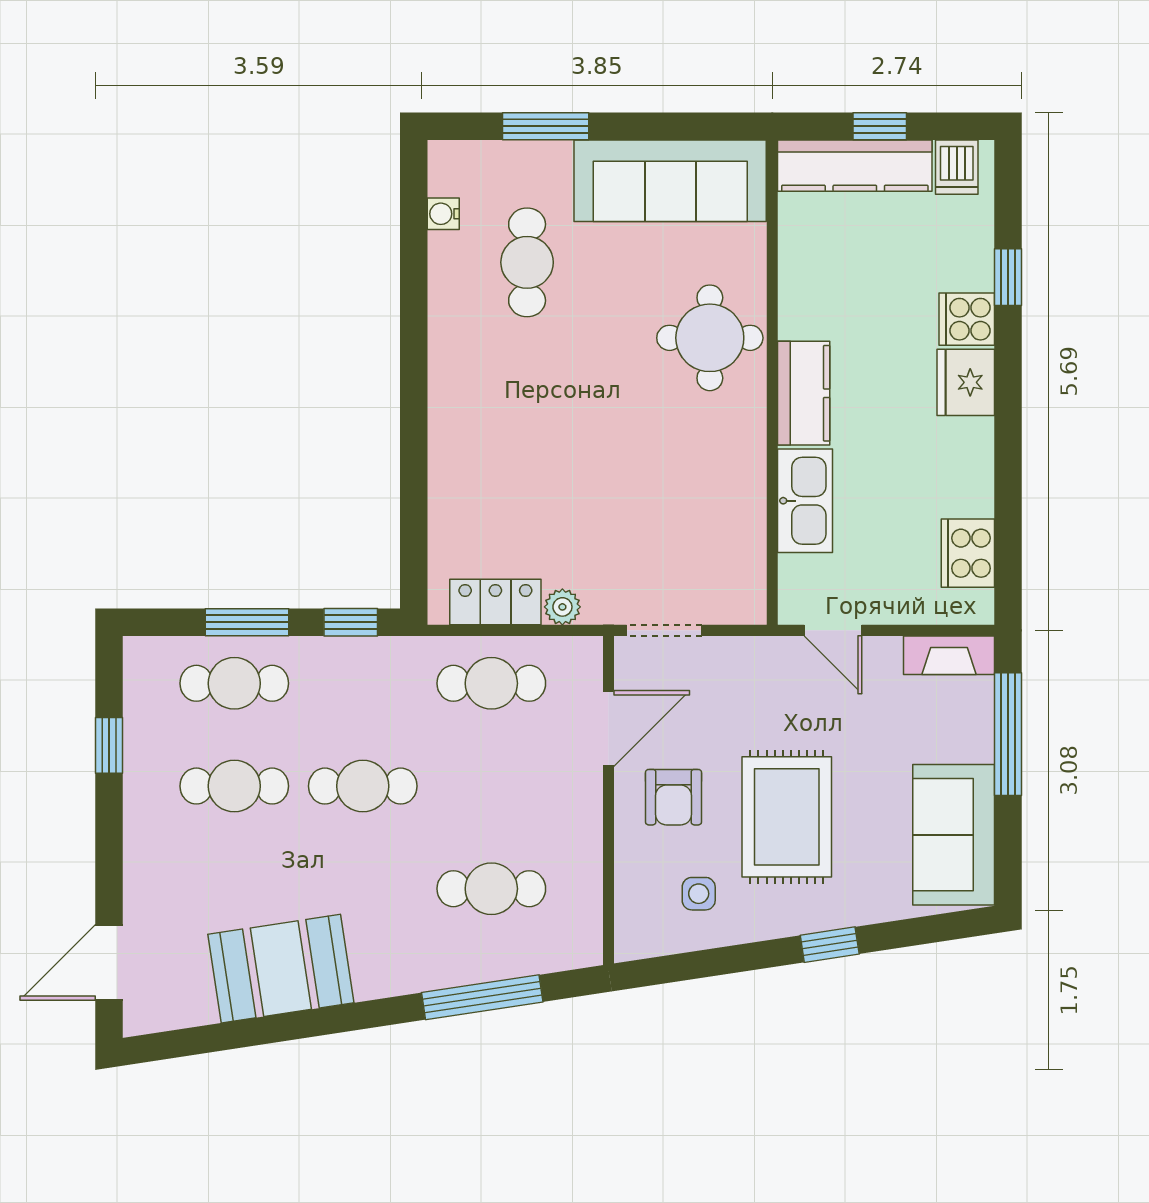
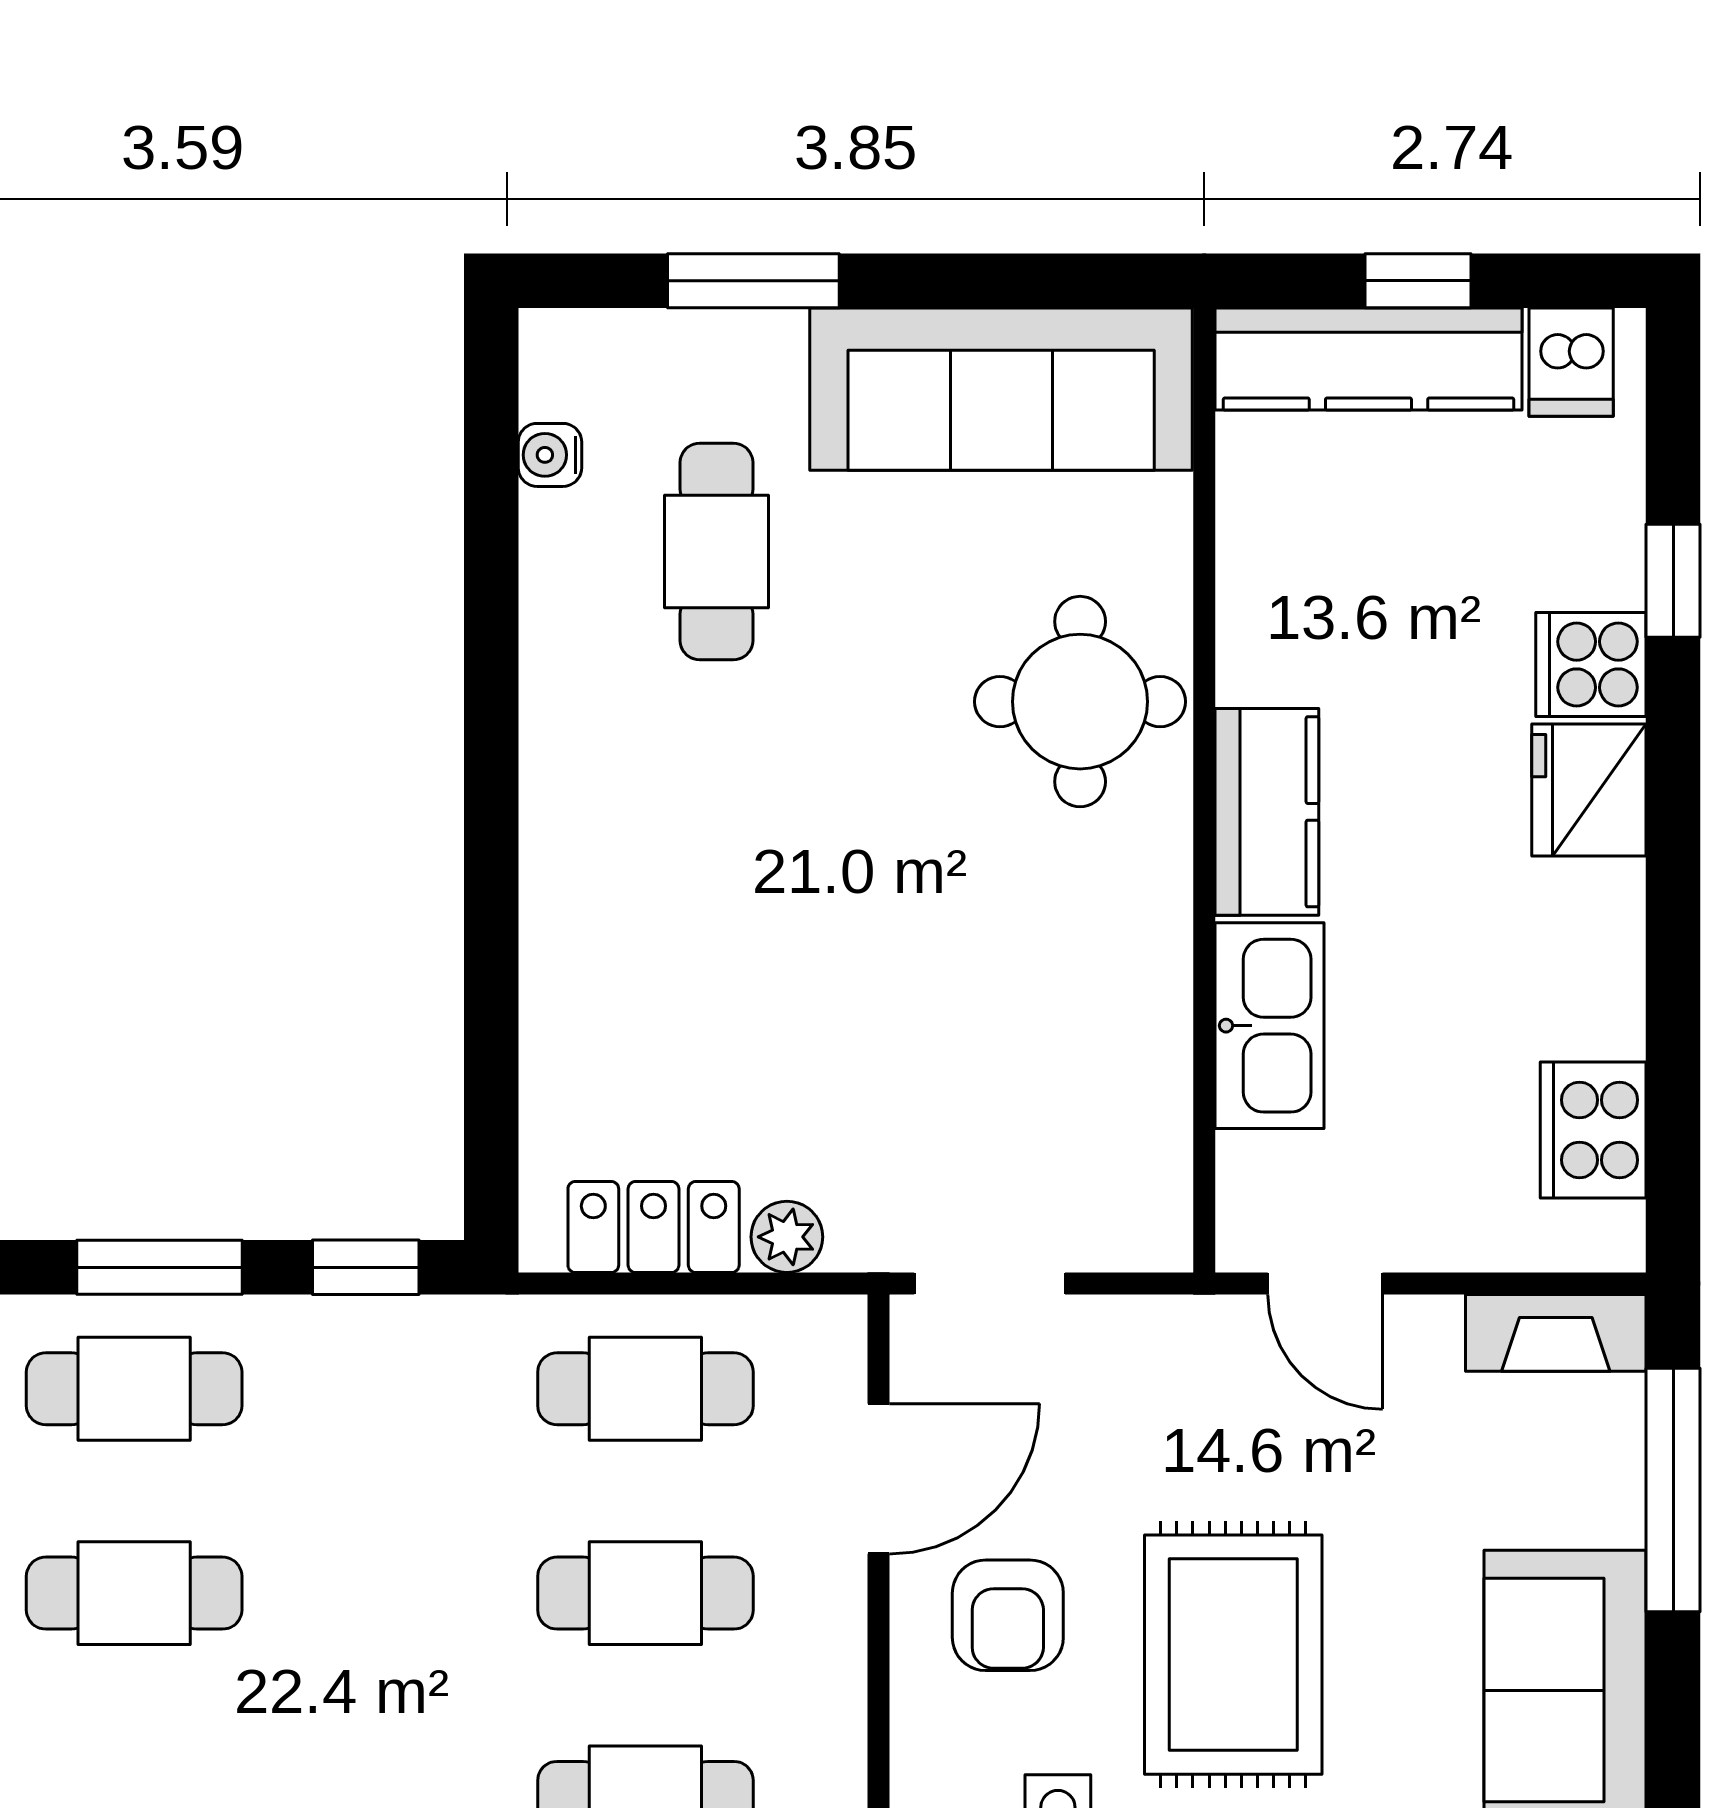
cafe table: (363, 786) -> (645, 1593), moved

